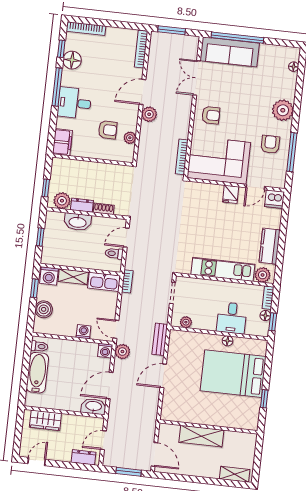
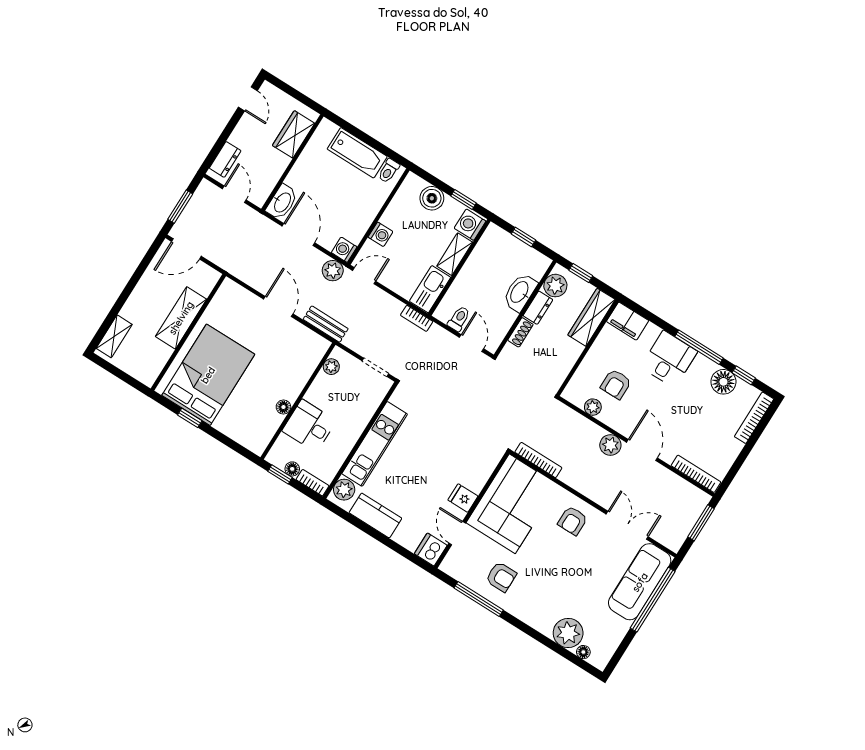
plant: (283, 110) -> (568, 633), moved
wardrobe: (71, 167) -> (592, 317), added
bed: (233, 374) -> (208, 375), moved

